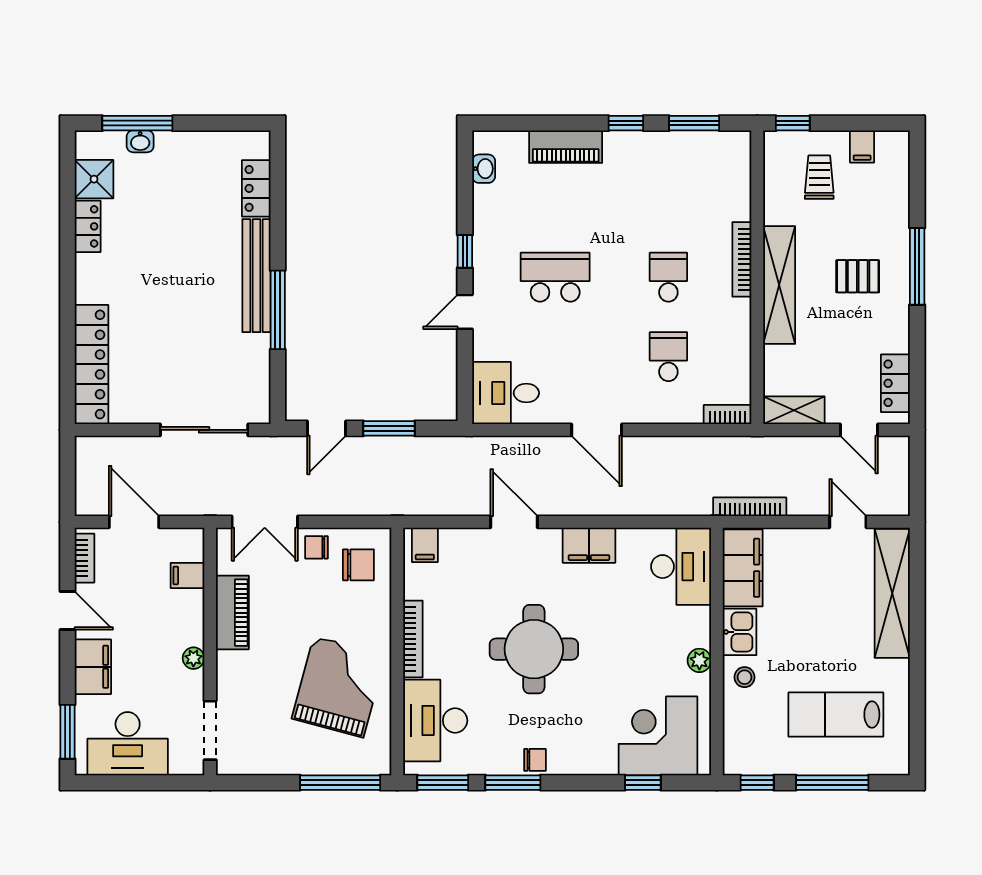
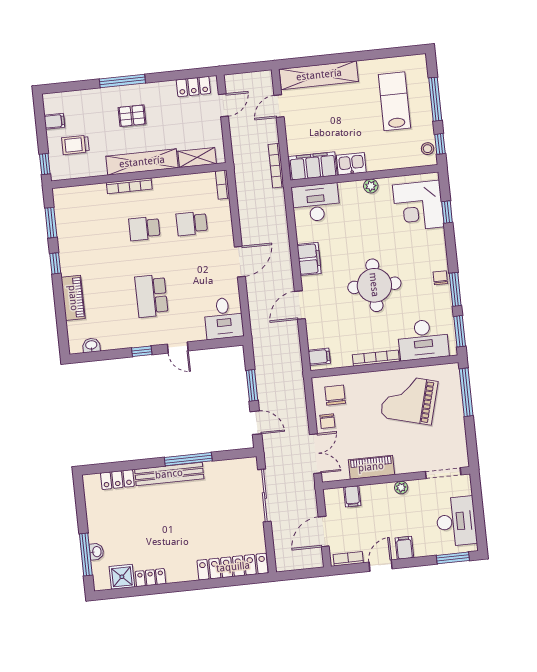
pallet: (858, 276) -> (132, 116), turned 90
shelving: (794, 410) -> (197, 158), moved, turned 90
filing cabinet: (93, 667) -> (404, 548), width x0.50
stool: (744, 677) -> (428, 149), moved
lab bench: (836, 715) -> (394, 101), turned 180

